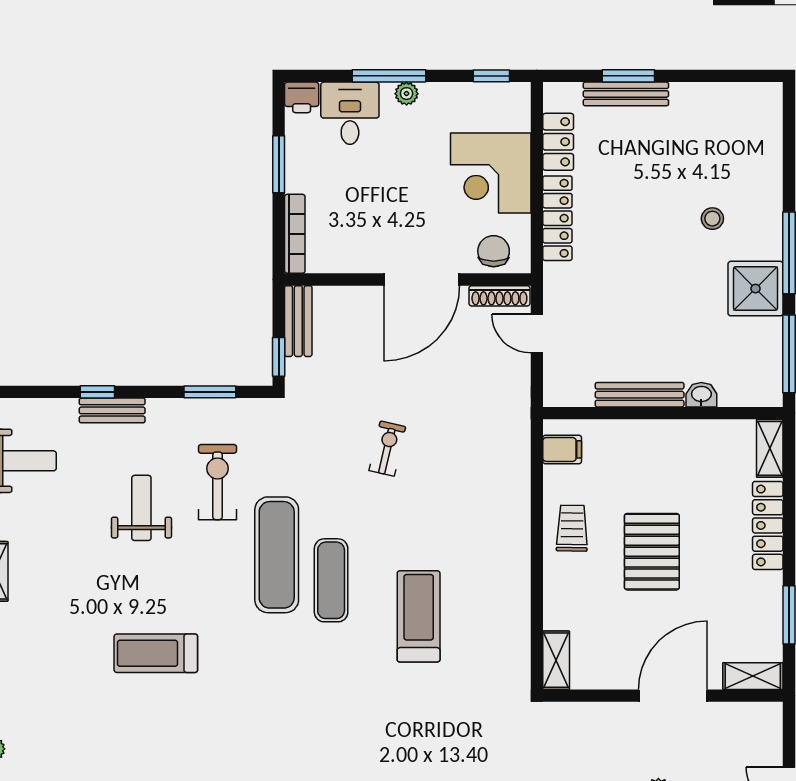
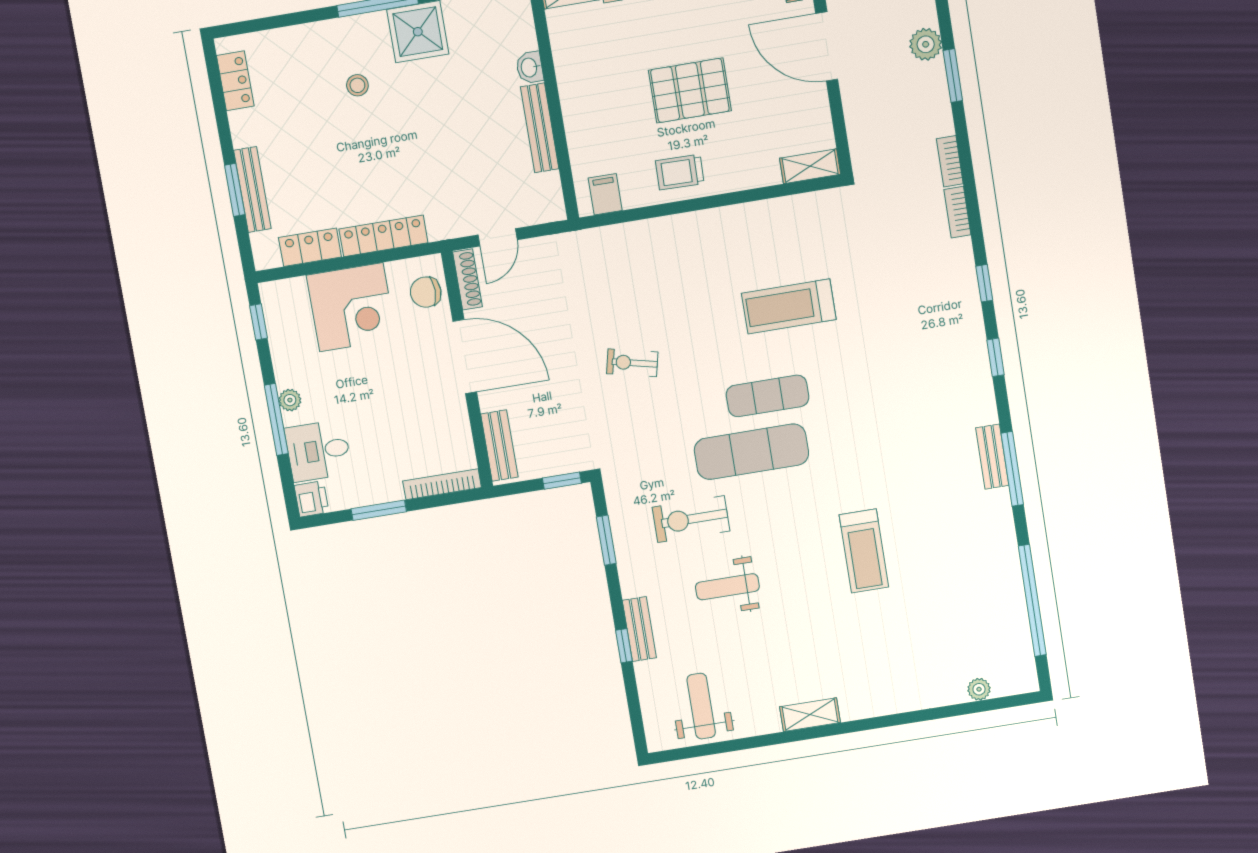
locker: (737, 96) -> (235, 81), added
bench: (298, 321) -> (499, 445), moved, turned 90

